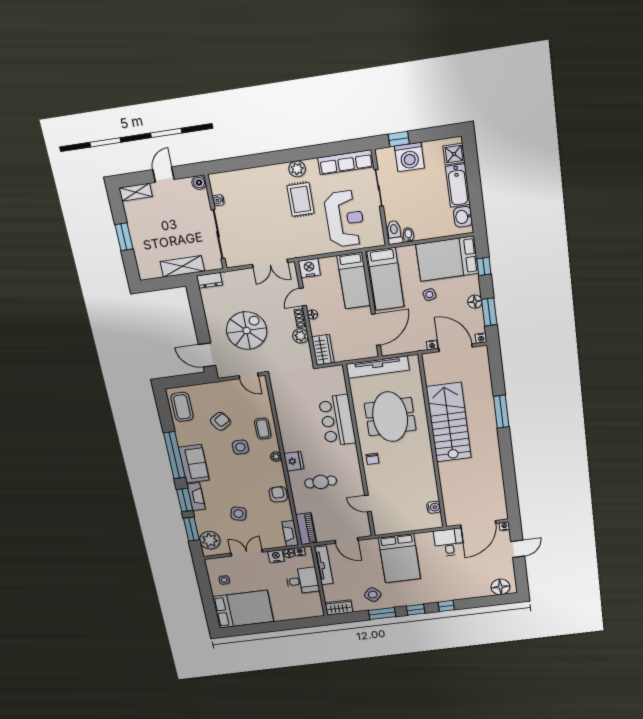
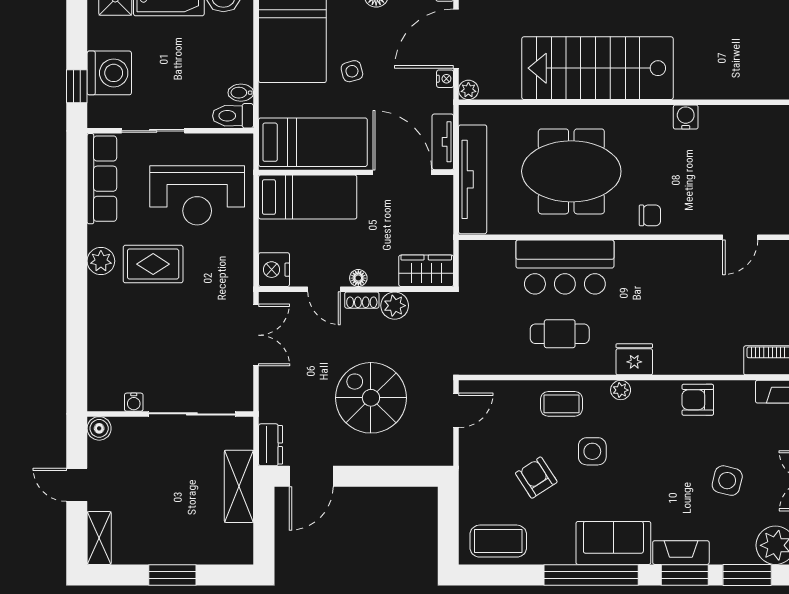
reception desk: (345, 219) -> (197, 195), turned 180
tv unit: (396, 349) -> (443, 142), added
door: (207, 355) -> (311, 476), moved
plant: (428, 358) -> (468, 90), added
cafe table: (321, 482) -> (560, 334), moved, turned 90
water cooler: (434, 507) -> (686, 117), moved

